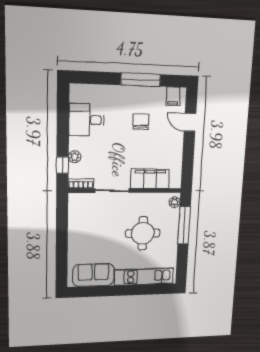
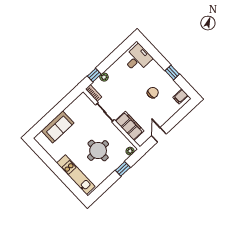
window: (141, 80) -> (172, 72), width x0.46
desk: (87, 120) -> (138, 59), moved, turned 90
door: (190, 122) -> (159, 135), moved
window: (184, 225) -> (123, 169), width x0.46
sofa: (93, 275) -> (58, 127), moved, turned 90

